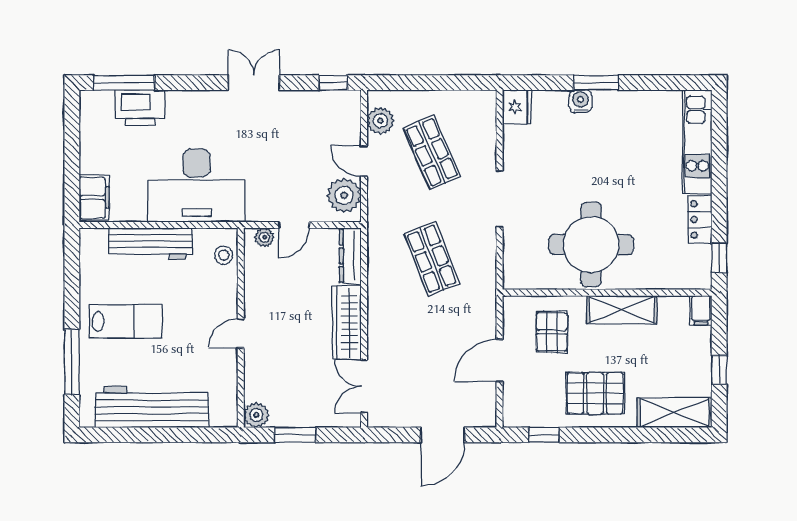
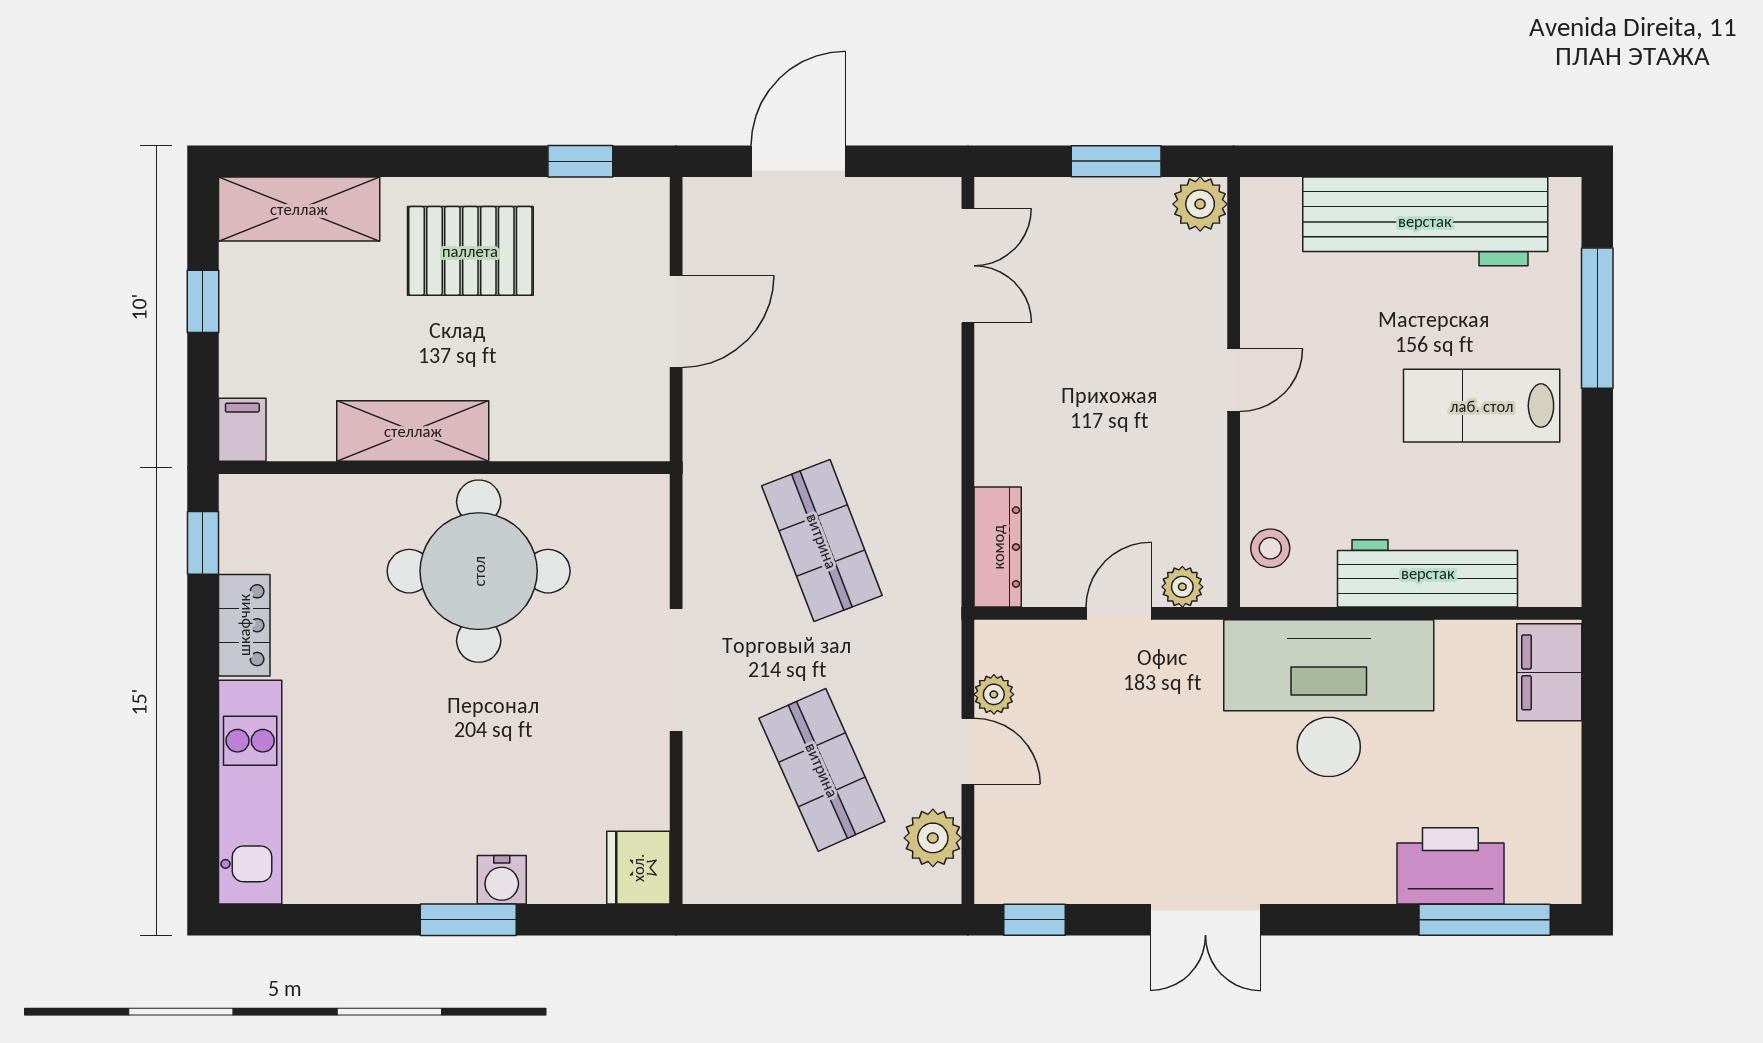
plant: (344, 195) -> (994, 694), width x0.53, depth x0.53
wardrobe: (347, 323) -> (1005, 403), removed
pallet: (552, 332) -> (564, 383), removed

